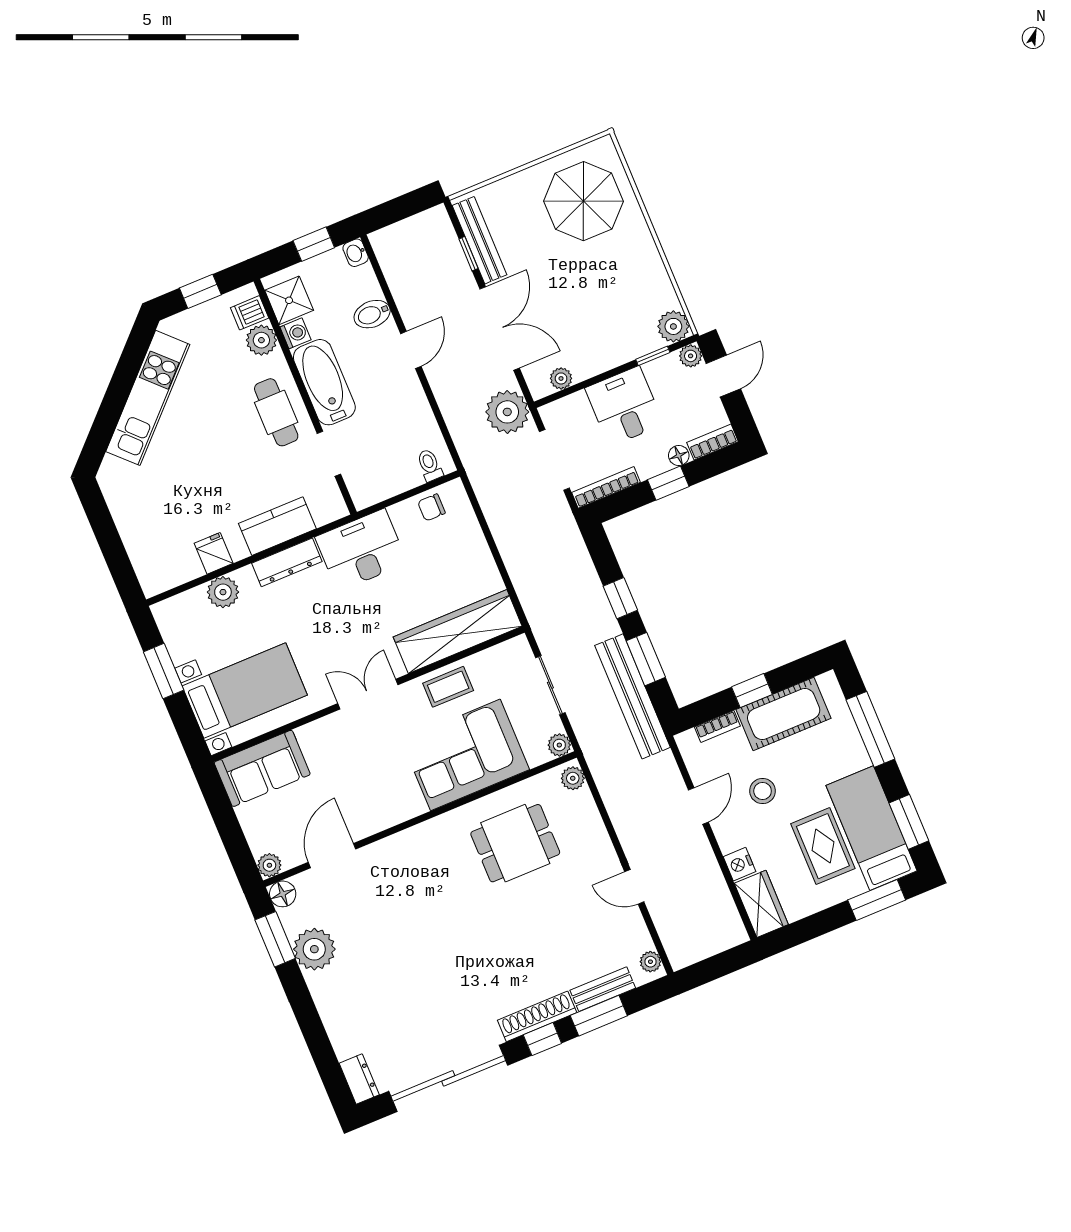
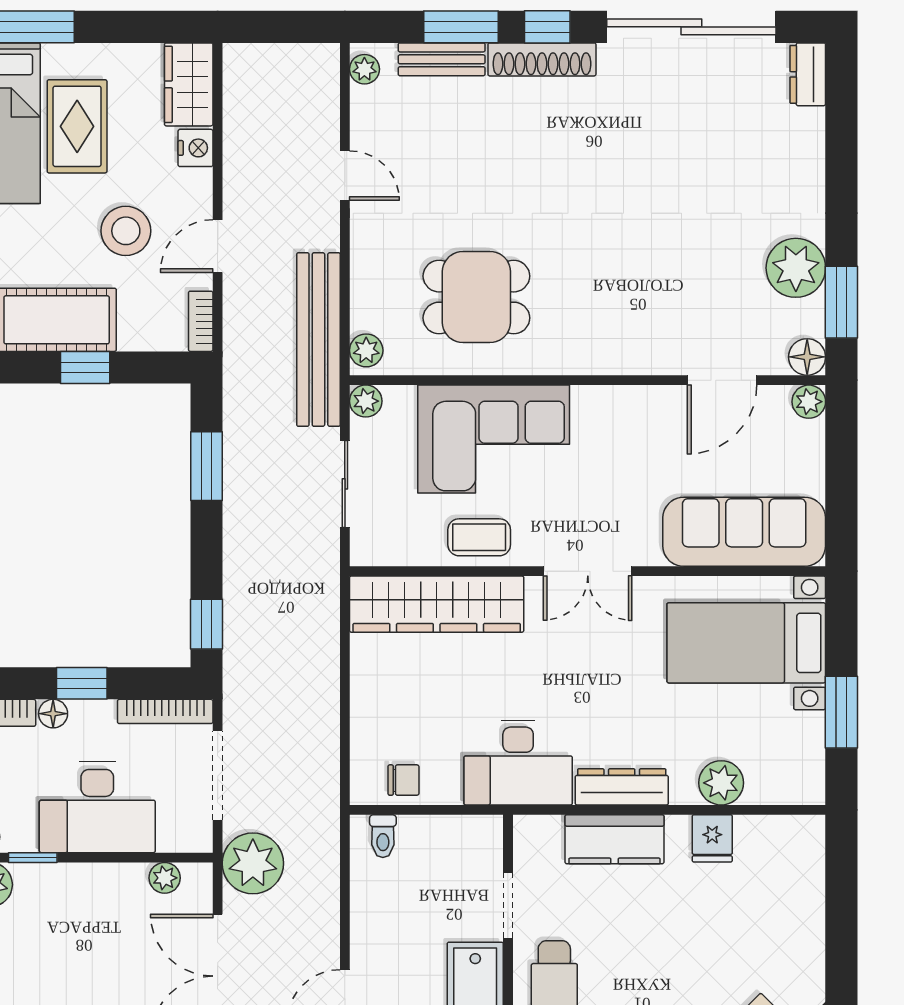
desk: (624, 406) -> (97, 807), width x1.37
window: (620, 598) -> (206, 624), moved
bench: (633, 696) -> (318, 340), moved
bookcase: (717, 726) -> (201, 321), moved, turned -90
sofa: (262, 768) -> (744, 532), width x1.36
stool: (763, 791) -> (126, 231), width x1.38, depth x1.38

